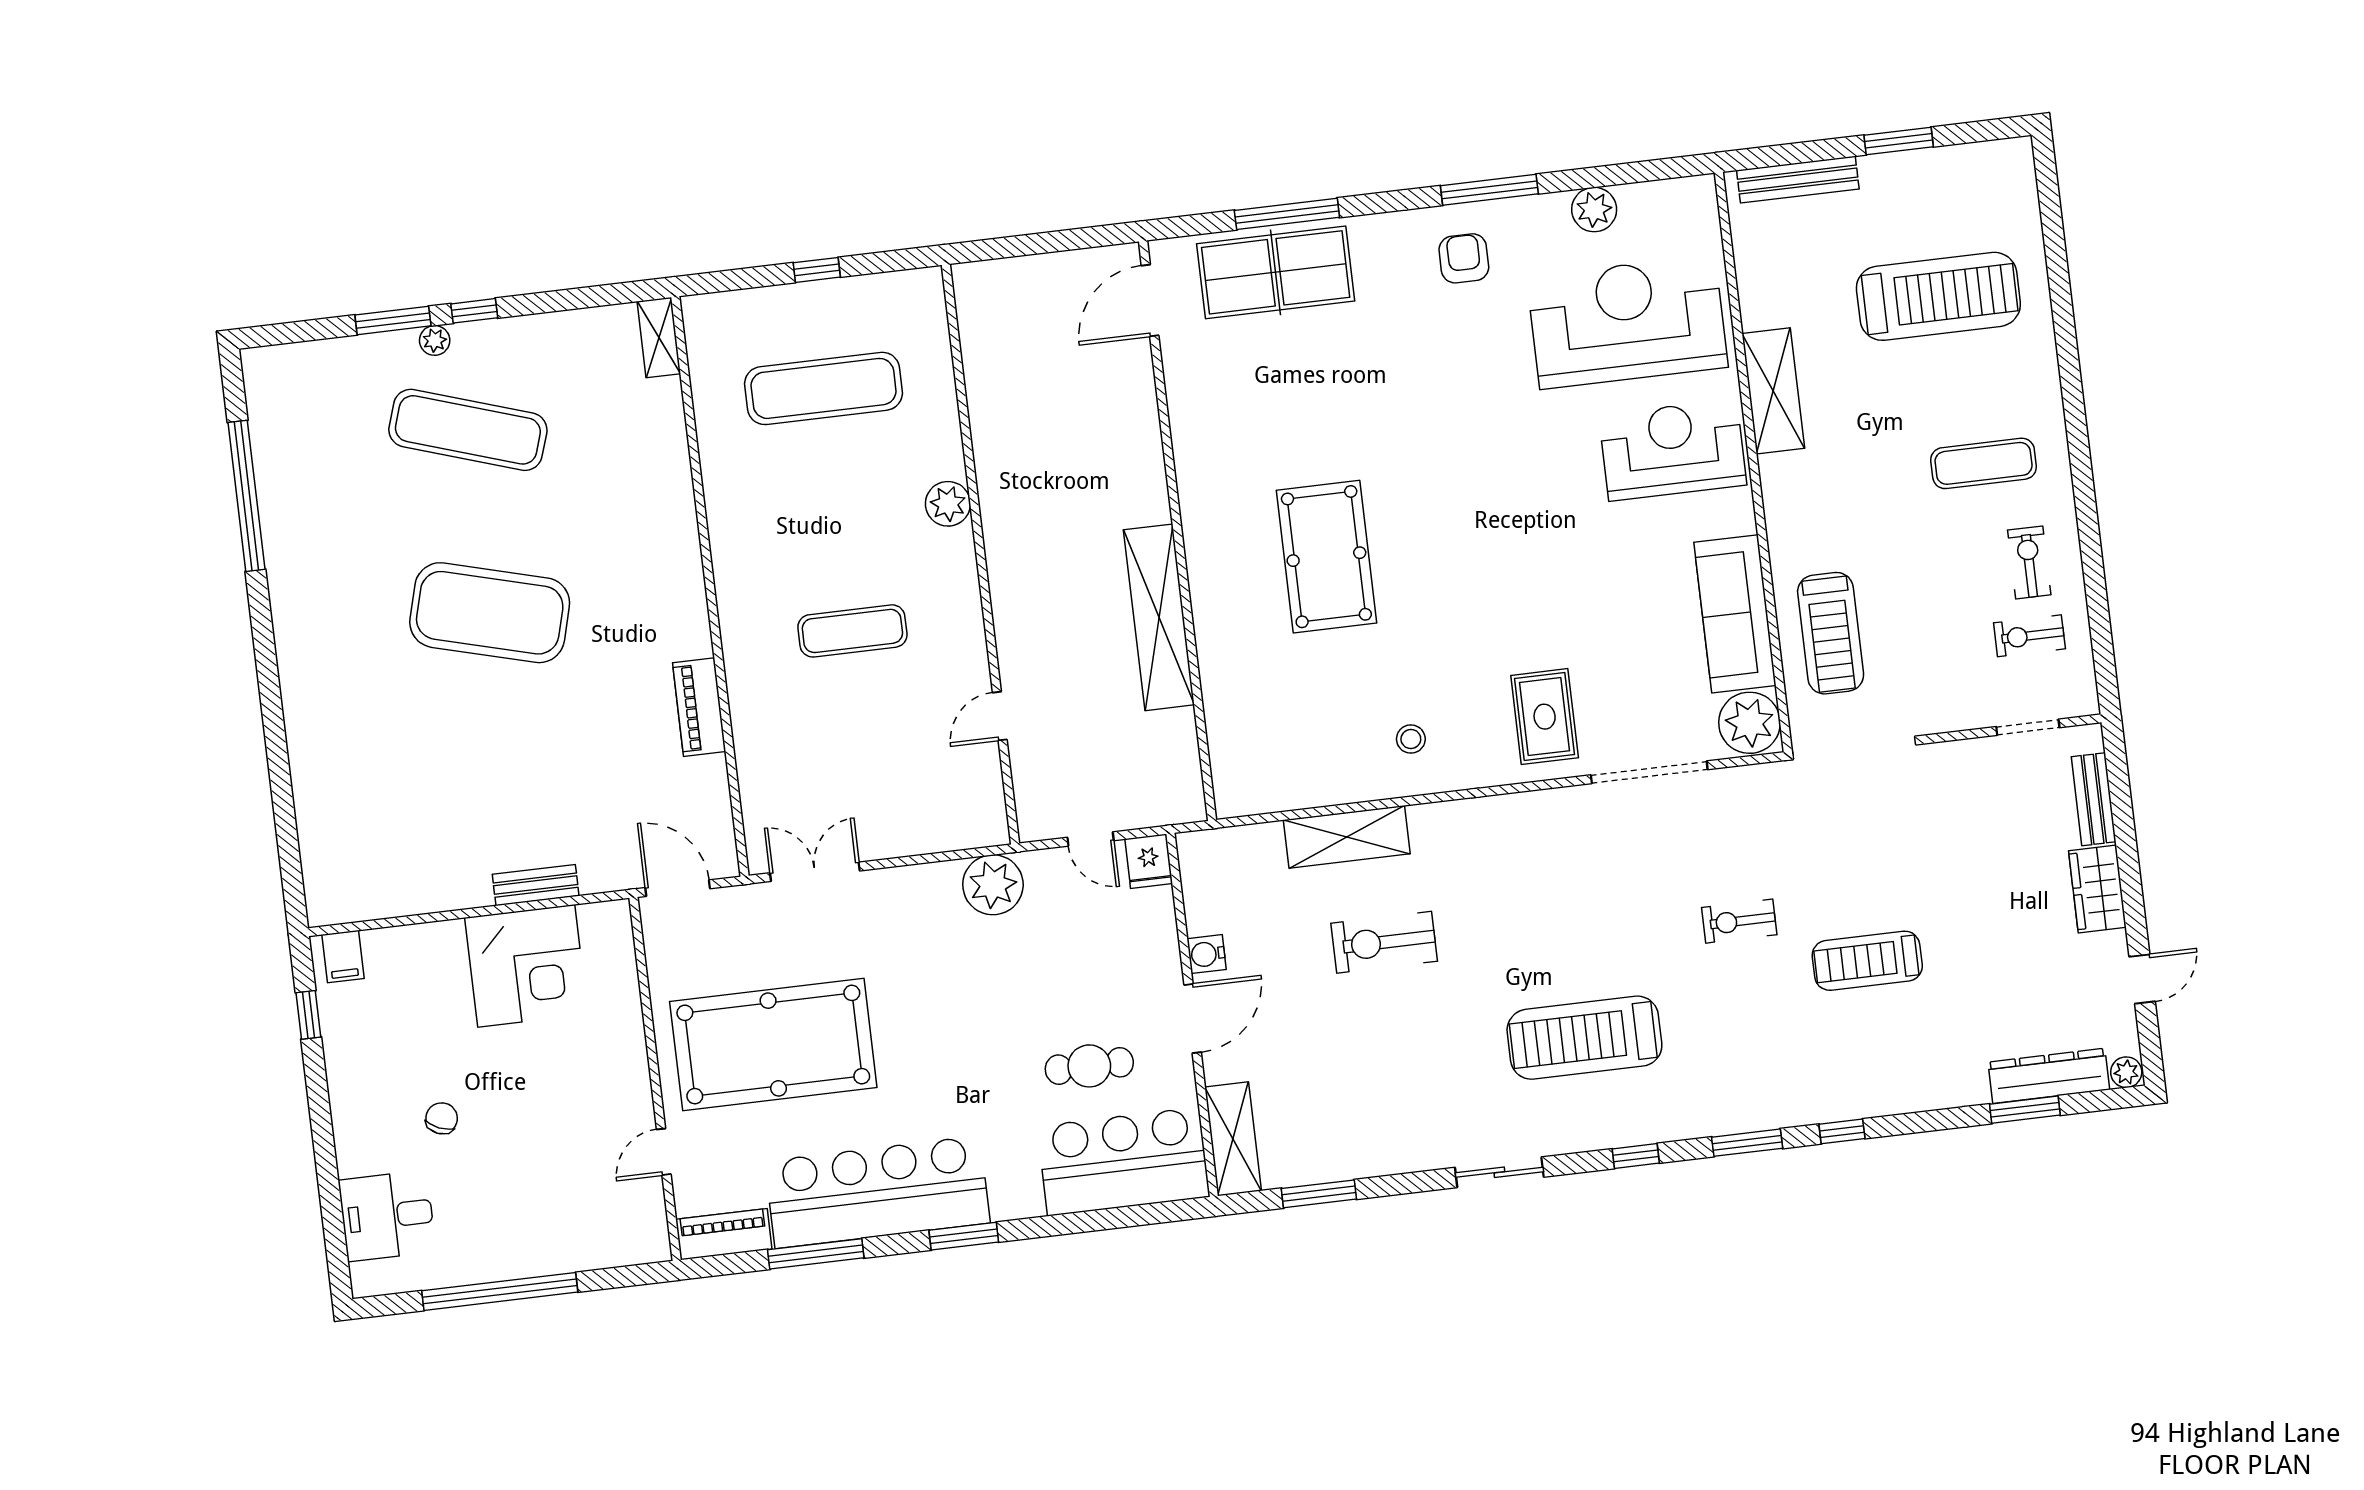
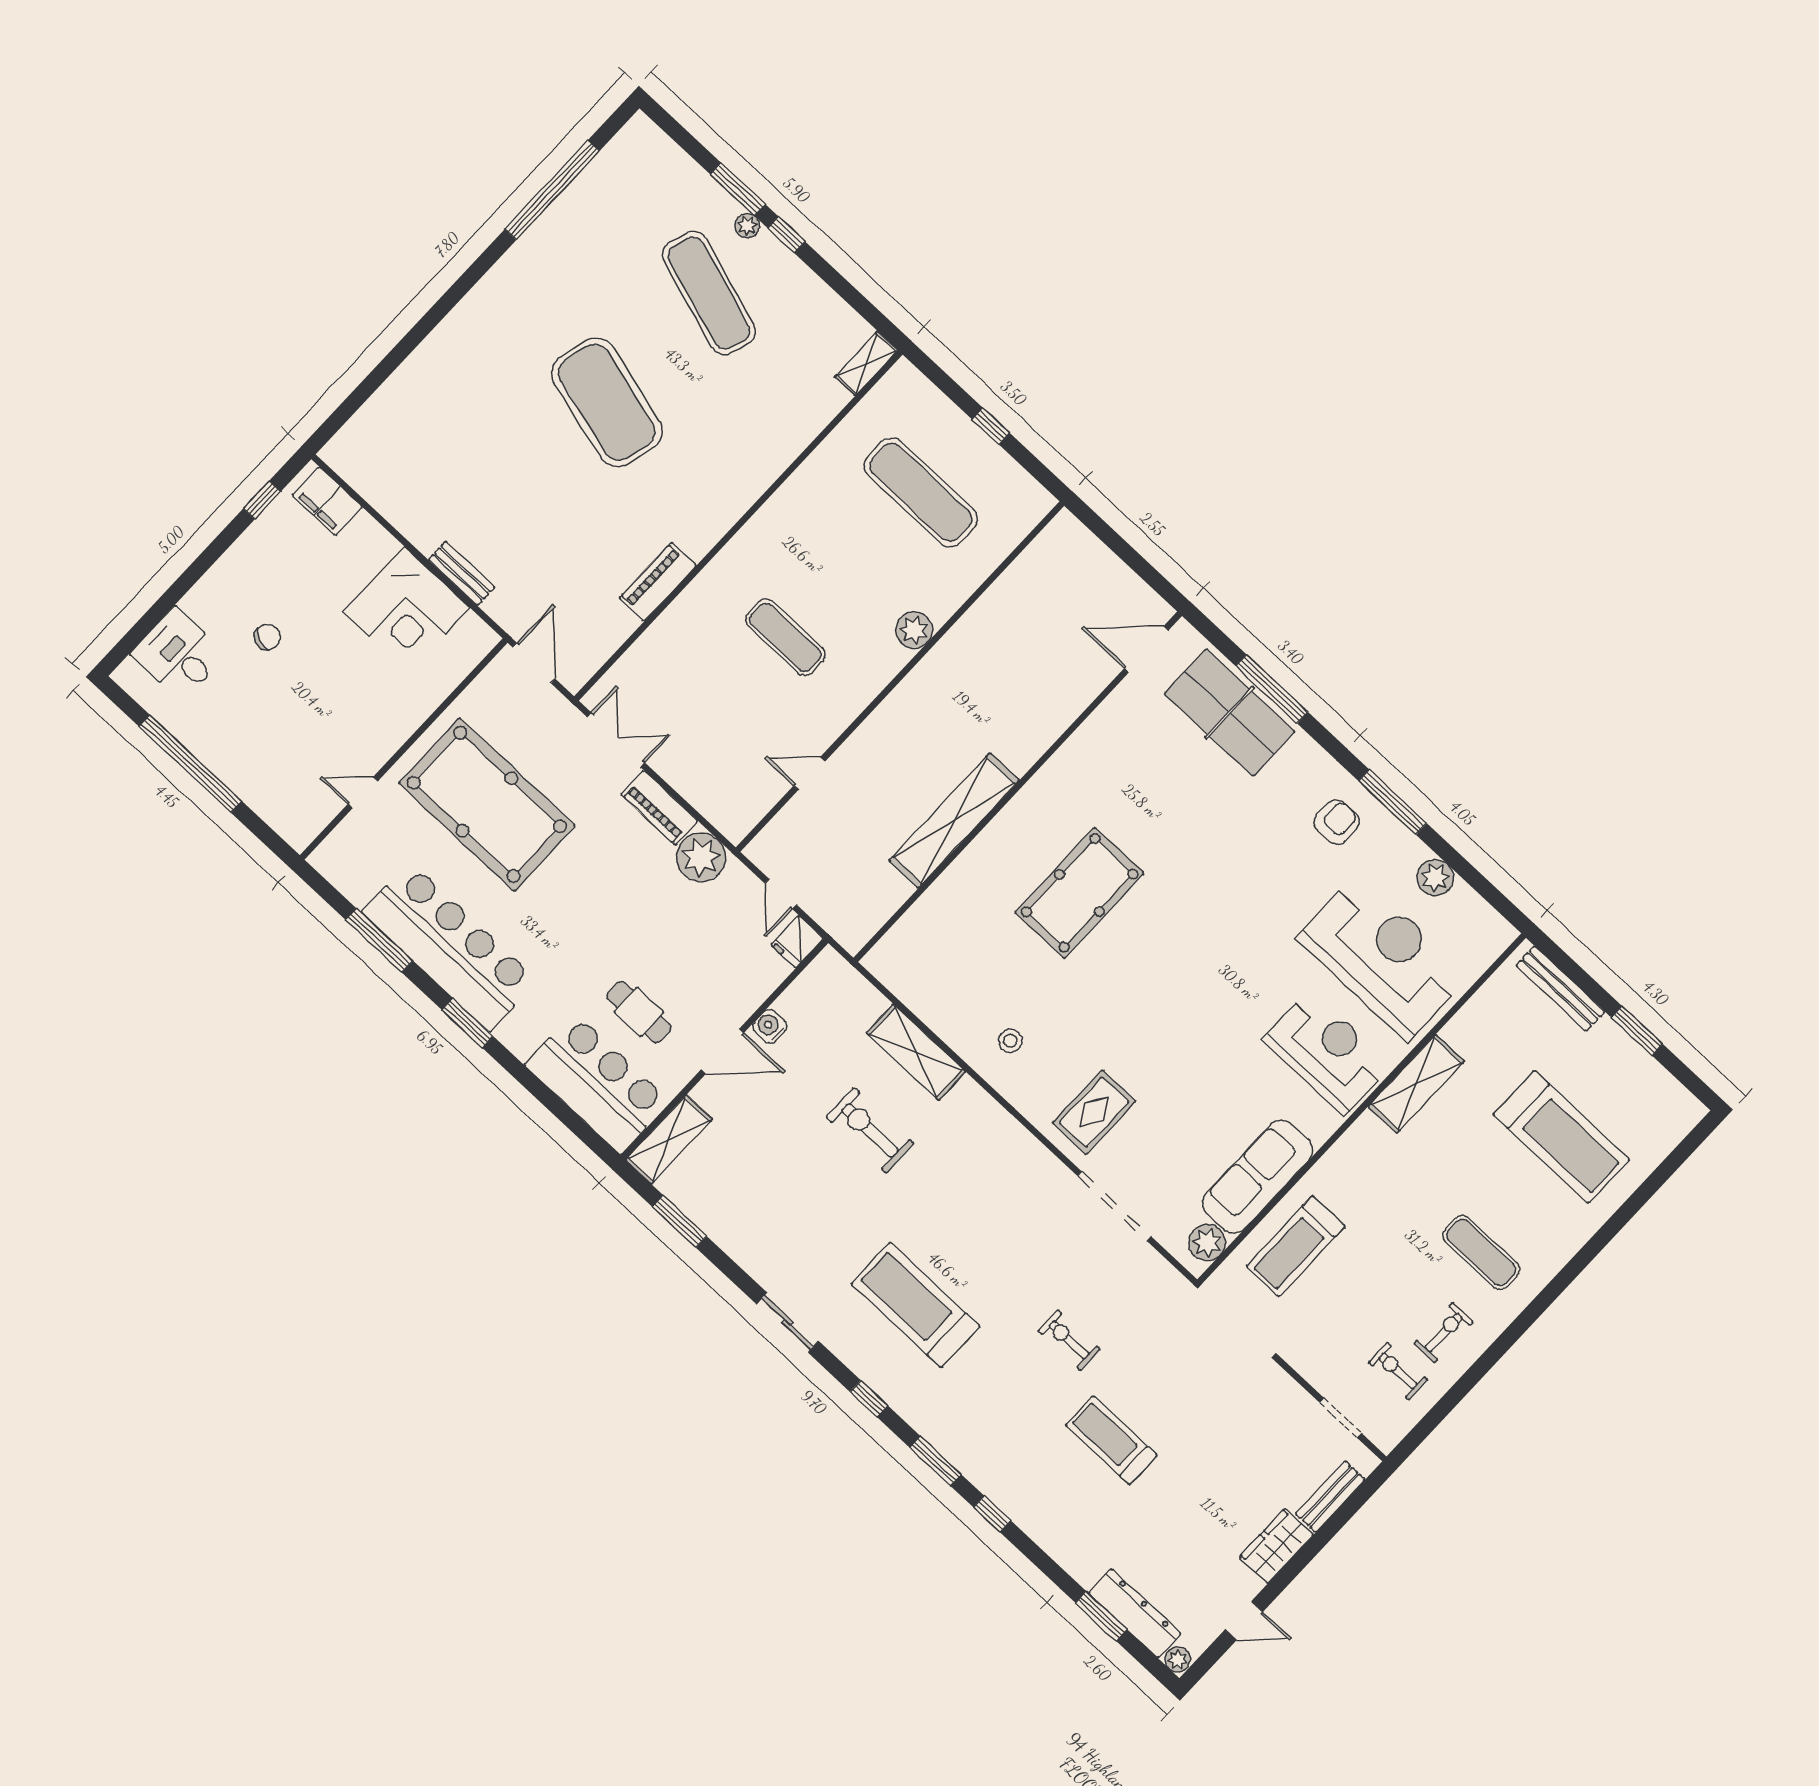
plant: (1750, 723) -> (1207, 1242), width x0.73, depth x0.73
filing cabinet: (343, 957) -> (327, 501), width x2.00
piano: (724, 1234) -> (659, 808), moved, turned 180

